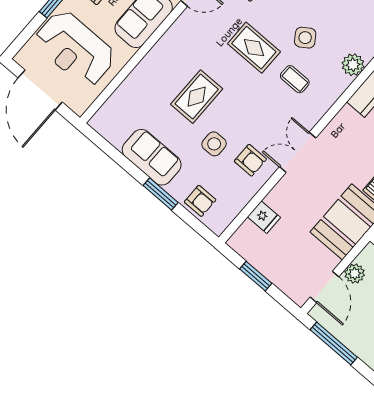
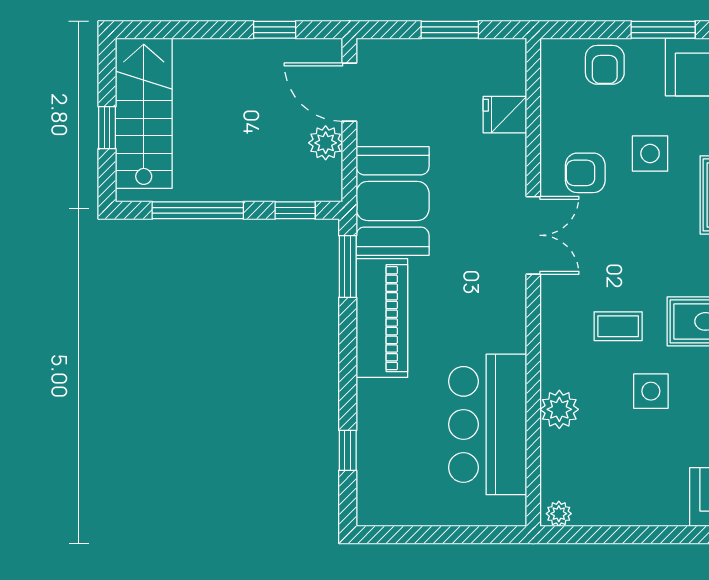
side table: (305, 38) -> (651, 391), turned 34
armchair: (200, 201) -> (605, 65), turned -90
window: (334, 344) -> (275, 30), width x0.46

